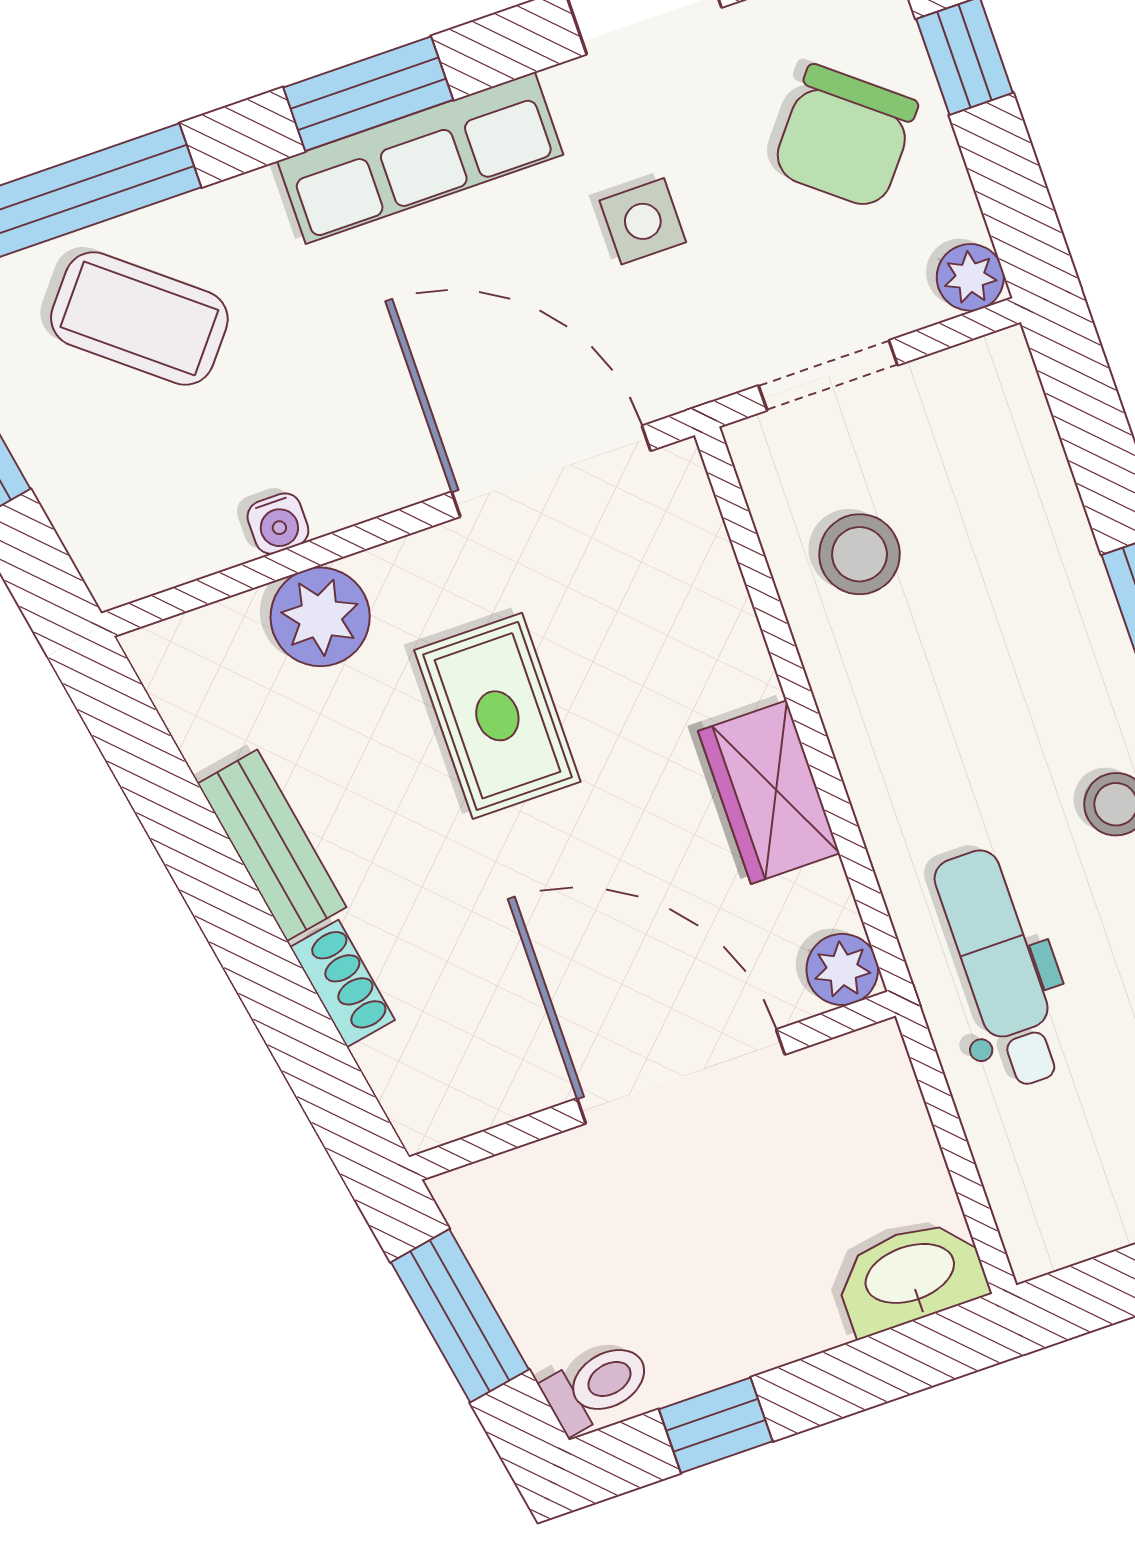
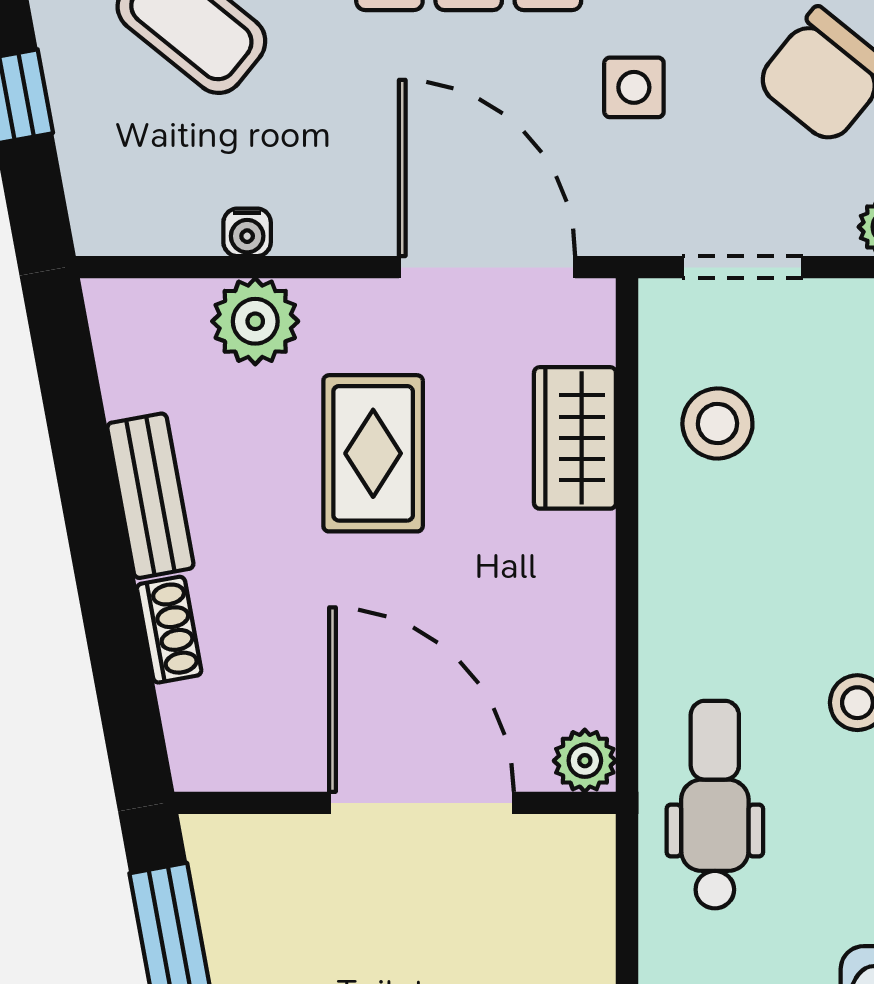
wardrobe: (769, 792) -> (575, 438), moved

